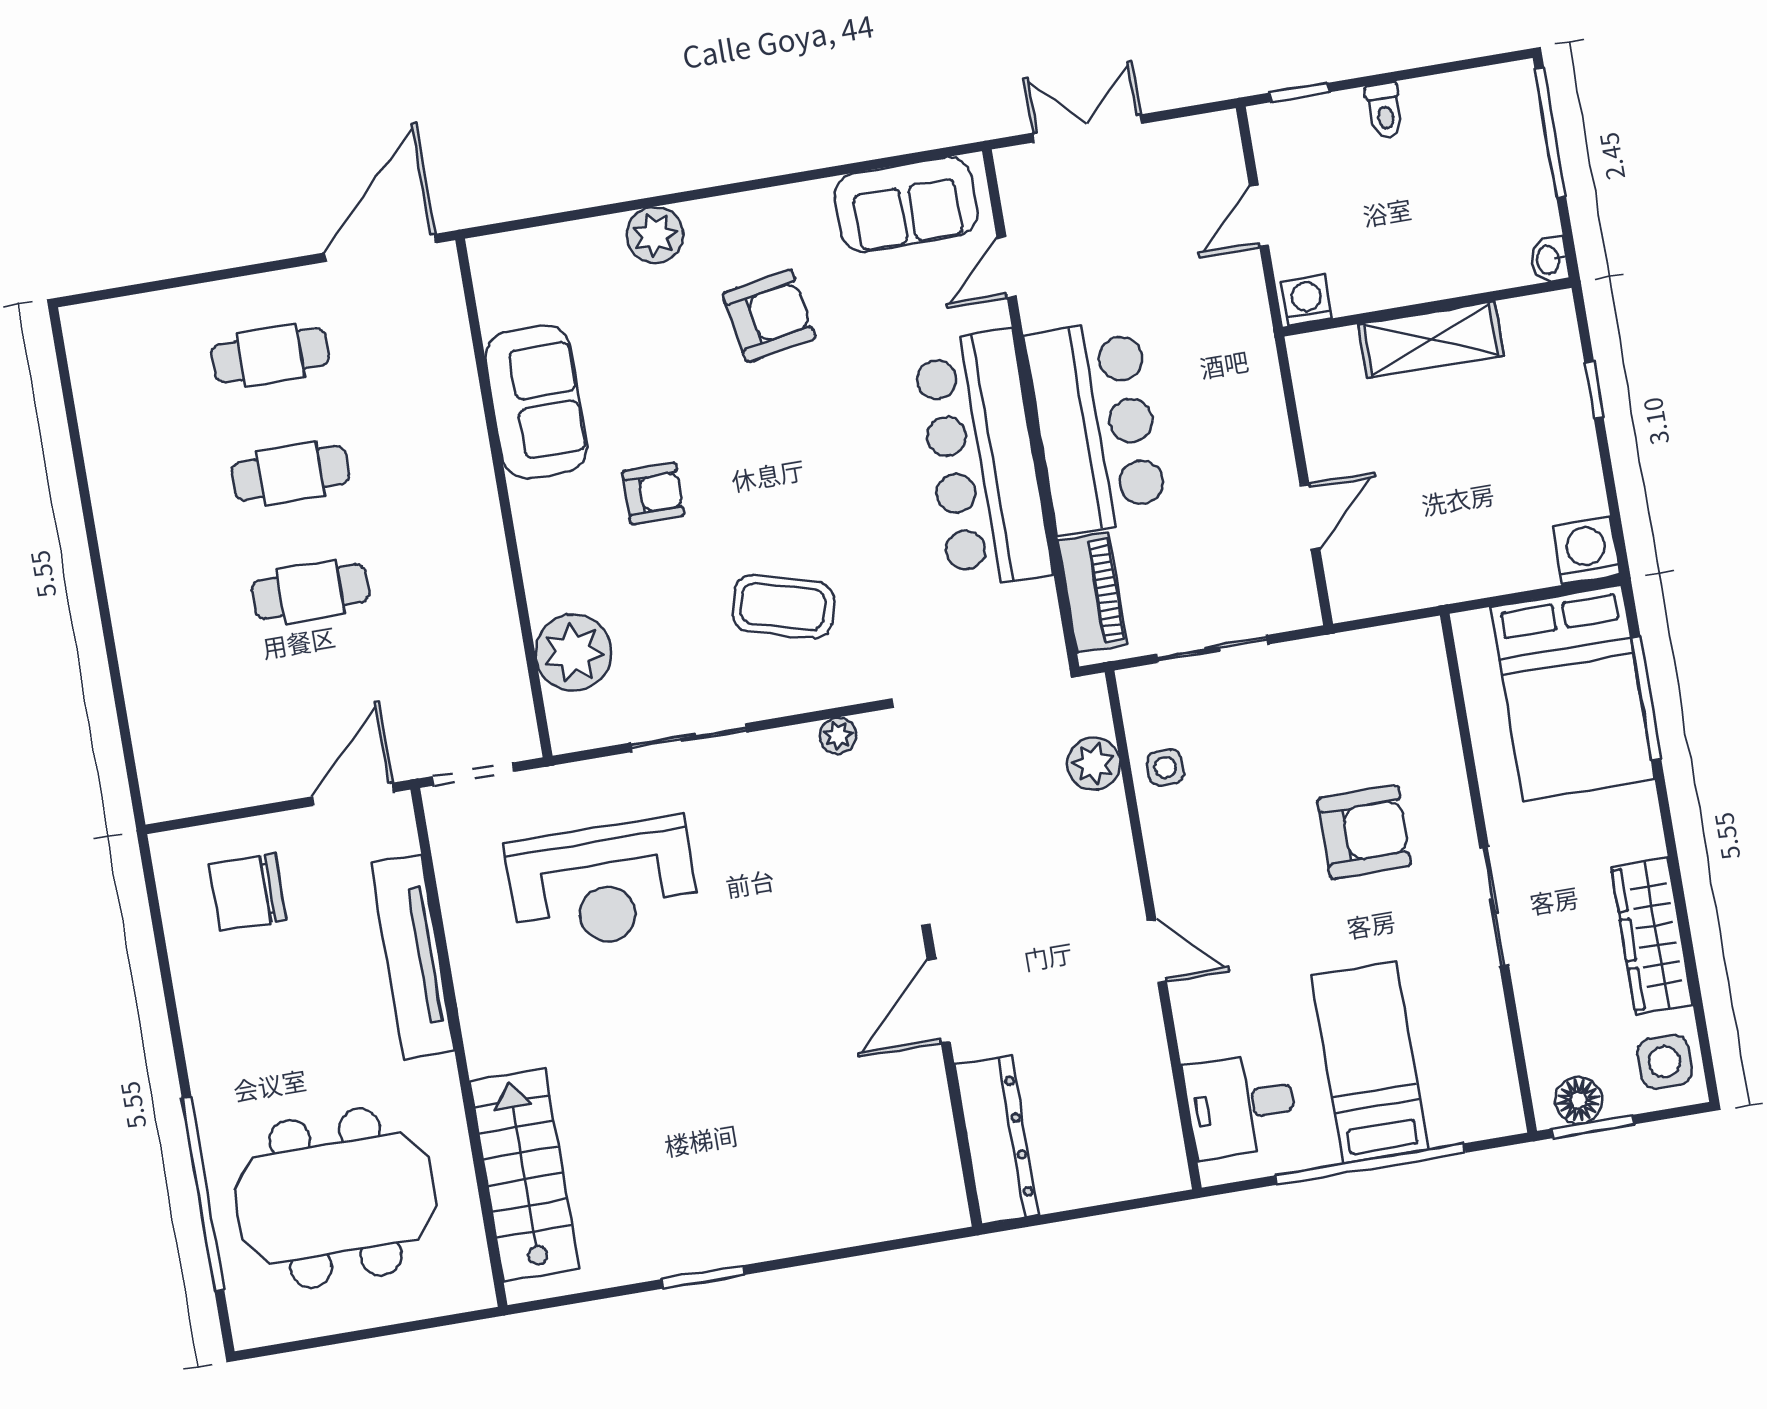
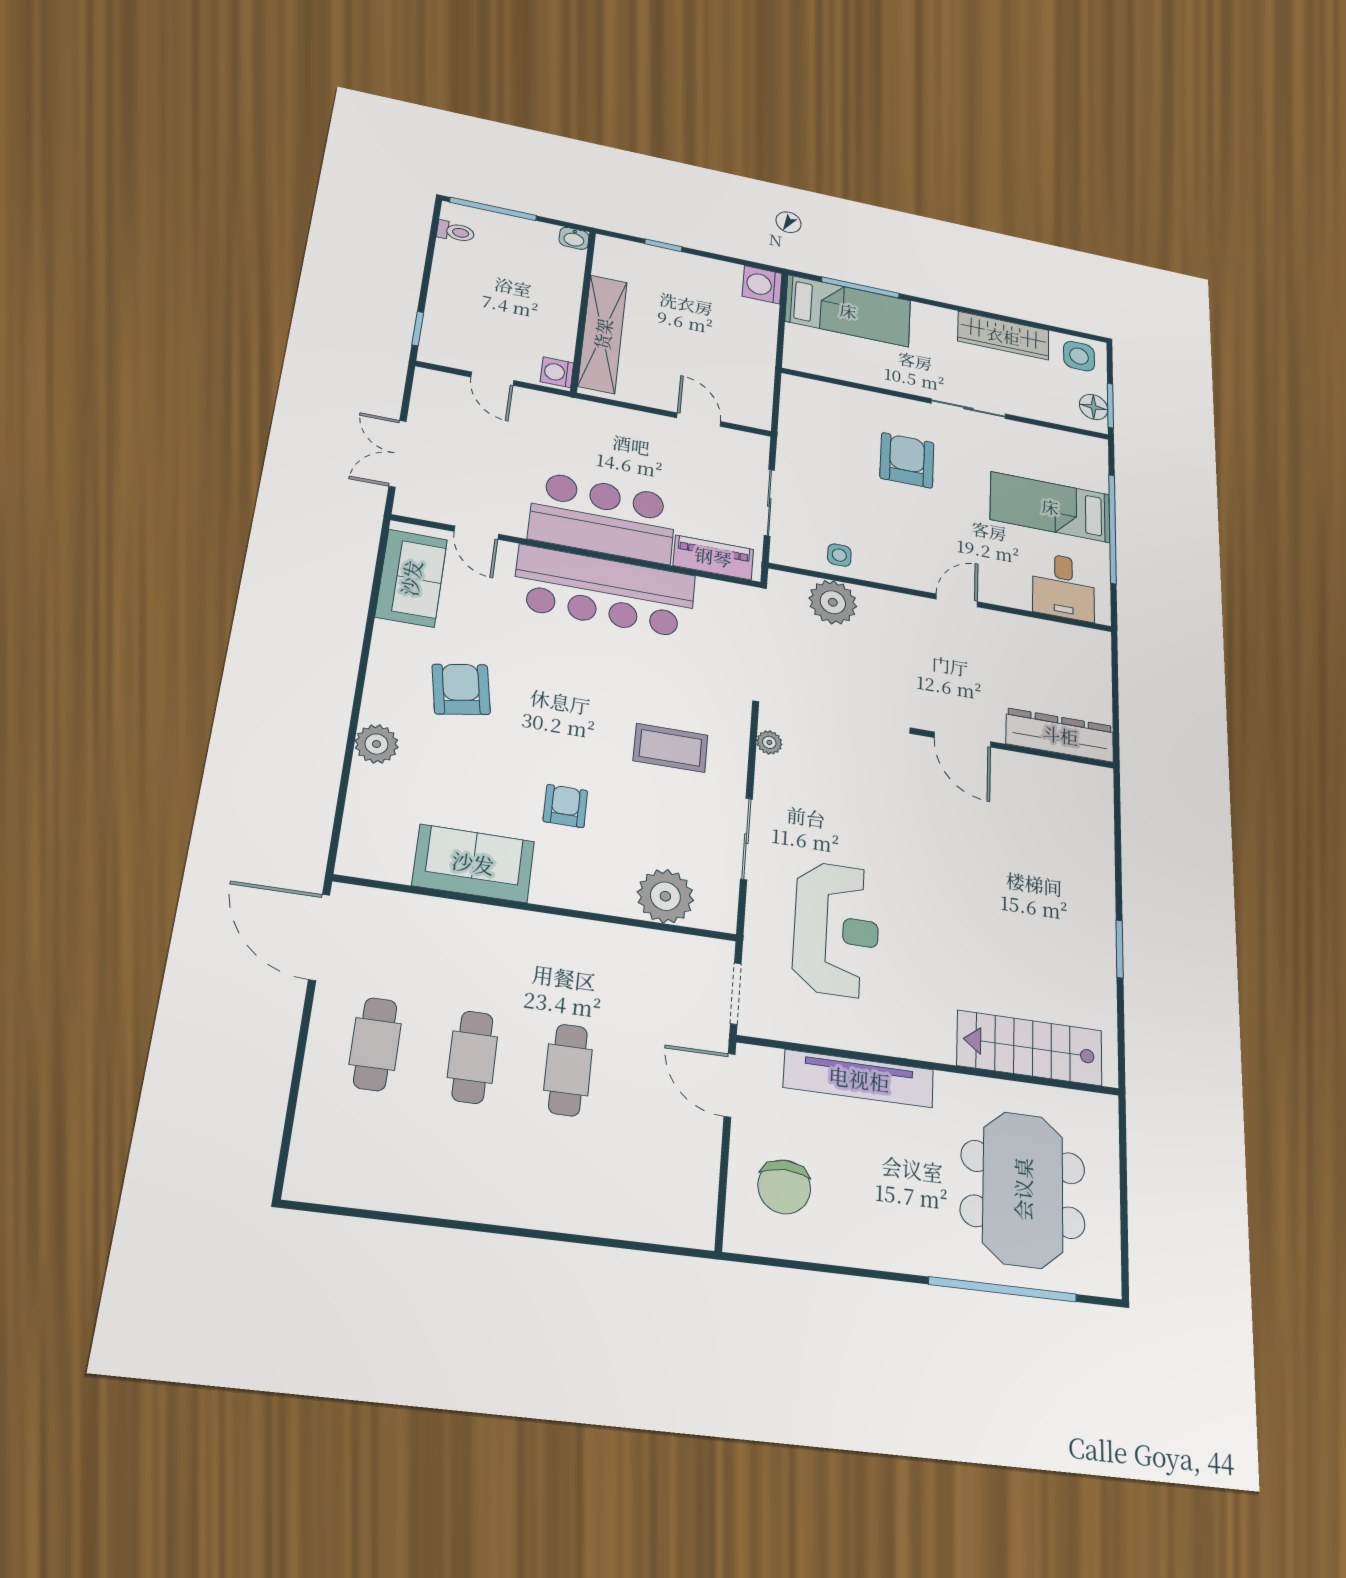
toilet: (1384, 110) -> (456, 232), moved
shelving: (1431, 340) -> (603, 334), width x1.47
coffee table: (783, 607) -> (671, 748), turned 74
bed: (1573, 693) -> (848, 311), width x0.67
plant: (1093, 764) -> (833, 602), width x1.36, depth x1.36

